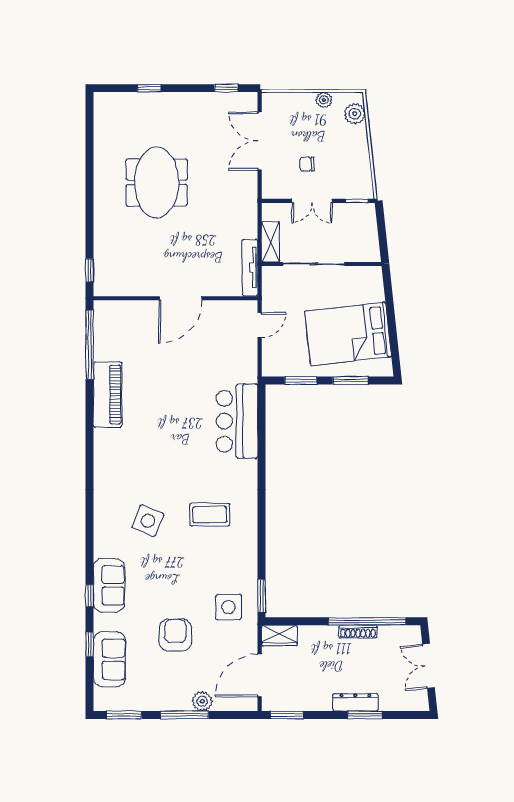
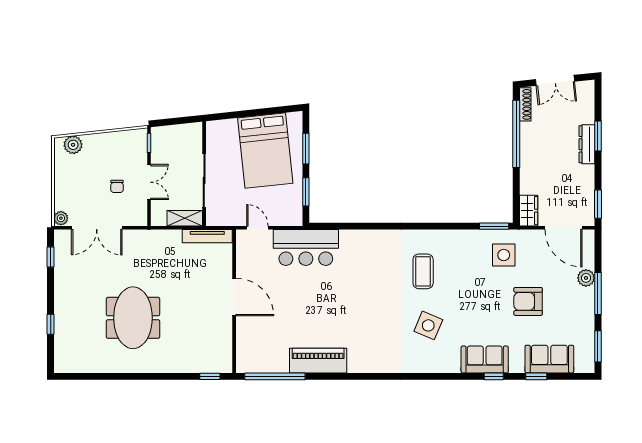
plant: (324, 100) -> (61, 218), moved
meeting table: (157, 182) -> (133, 318), turned 90
bar counter: (237, 421) -> (306, 248), moved
shoe rack: (358, 632) -> (525, 104), moved

